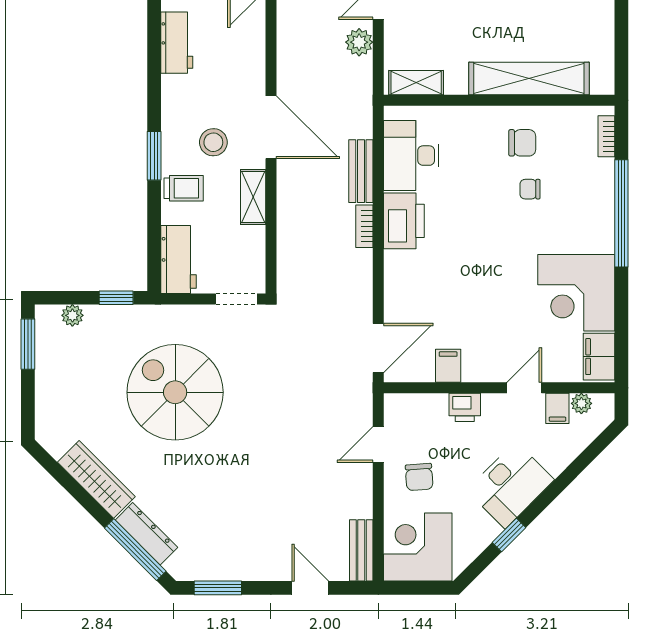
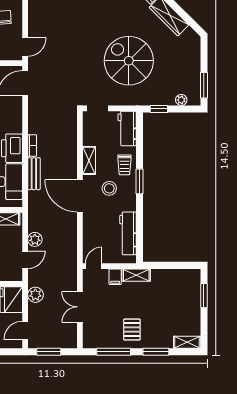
workbench: (177, 43) -> (128, 233), width x1.38
trolley: (184, 188) -> (124, 165), turned -90
spiral stairs: (175, 392) -> (129, 61), turned 180
door: (378, 445) -> (25, 47), moved

